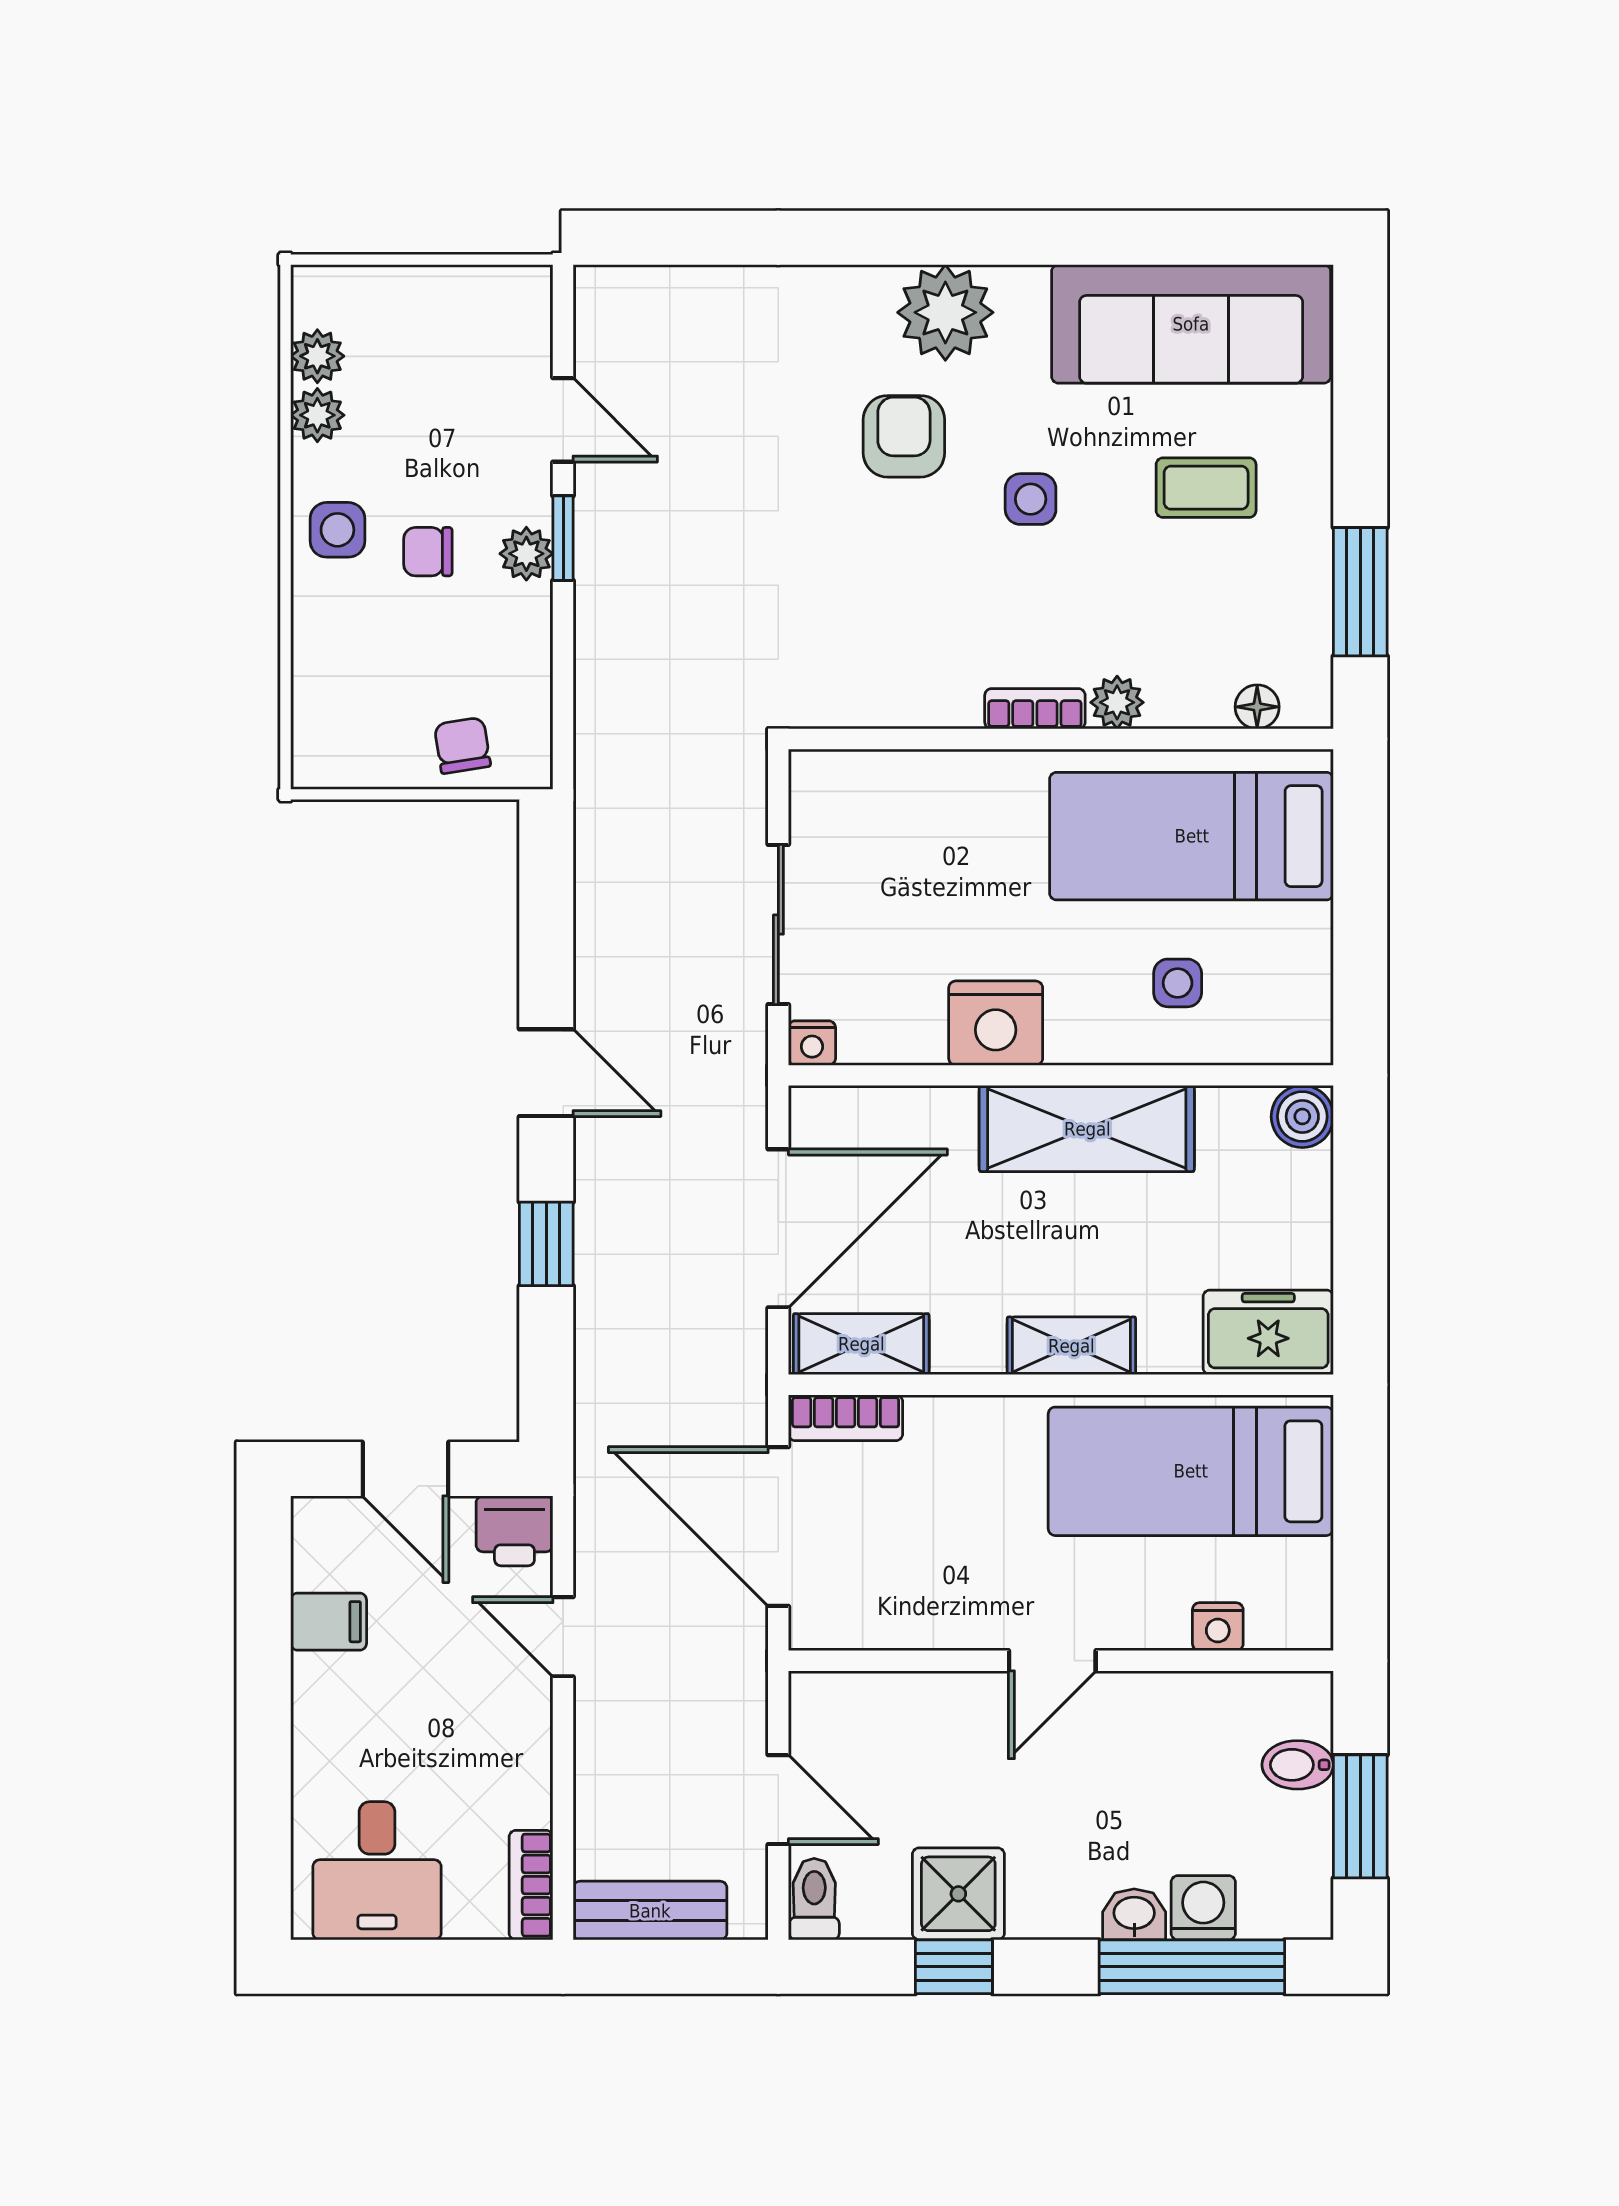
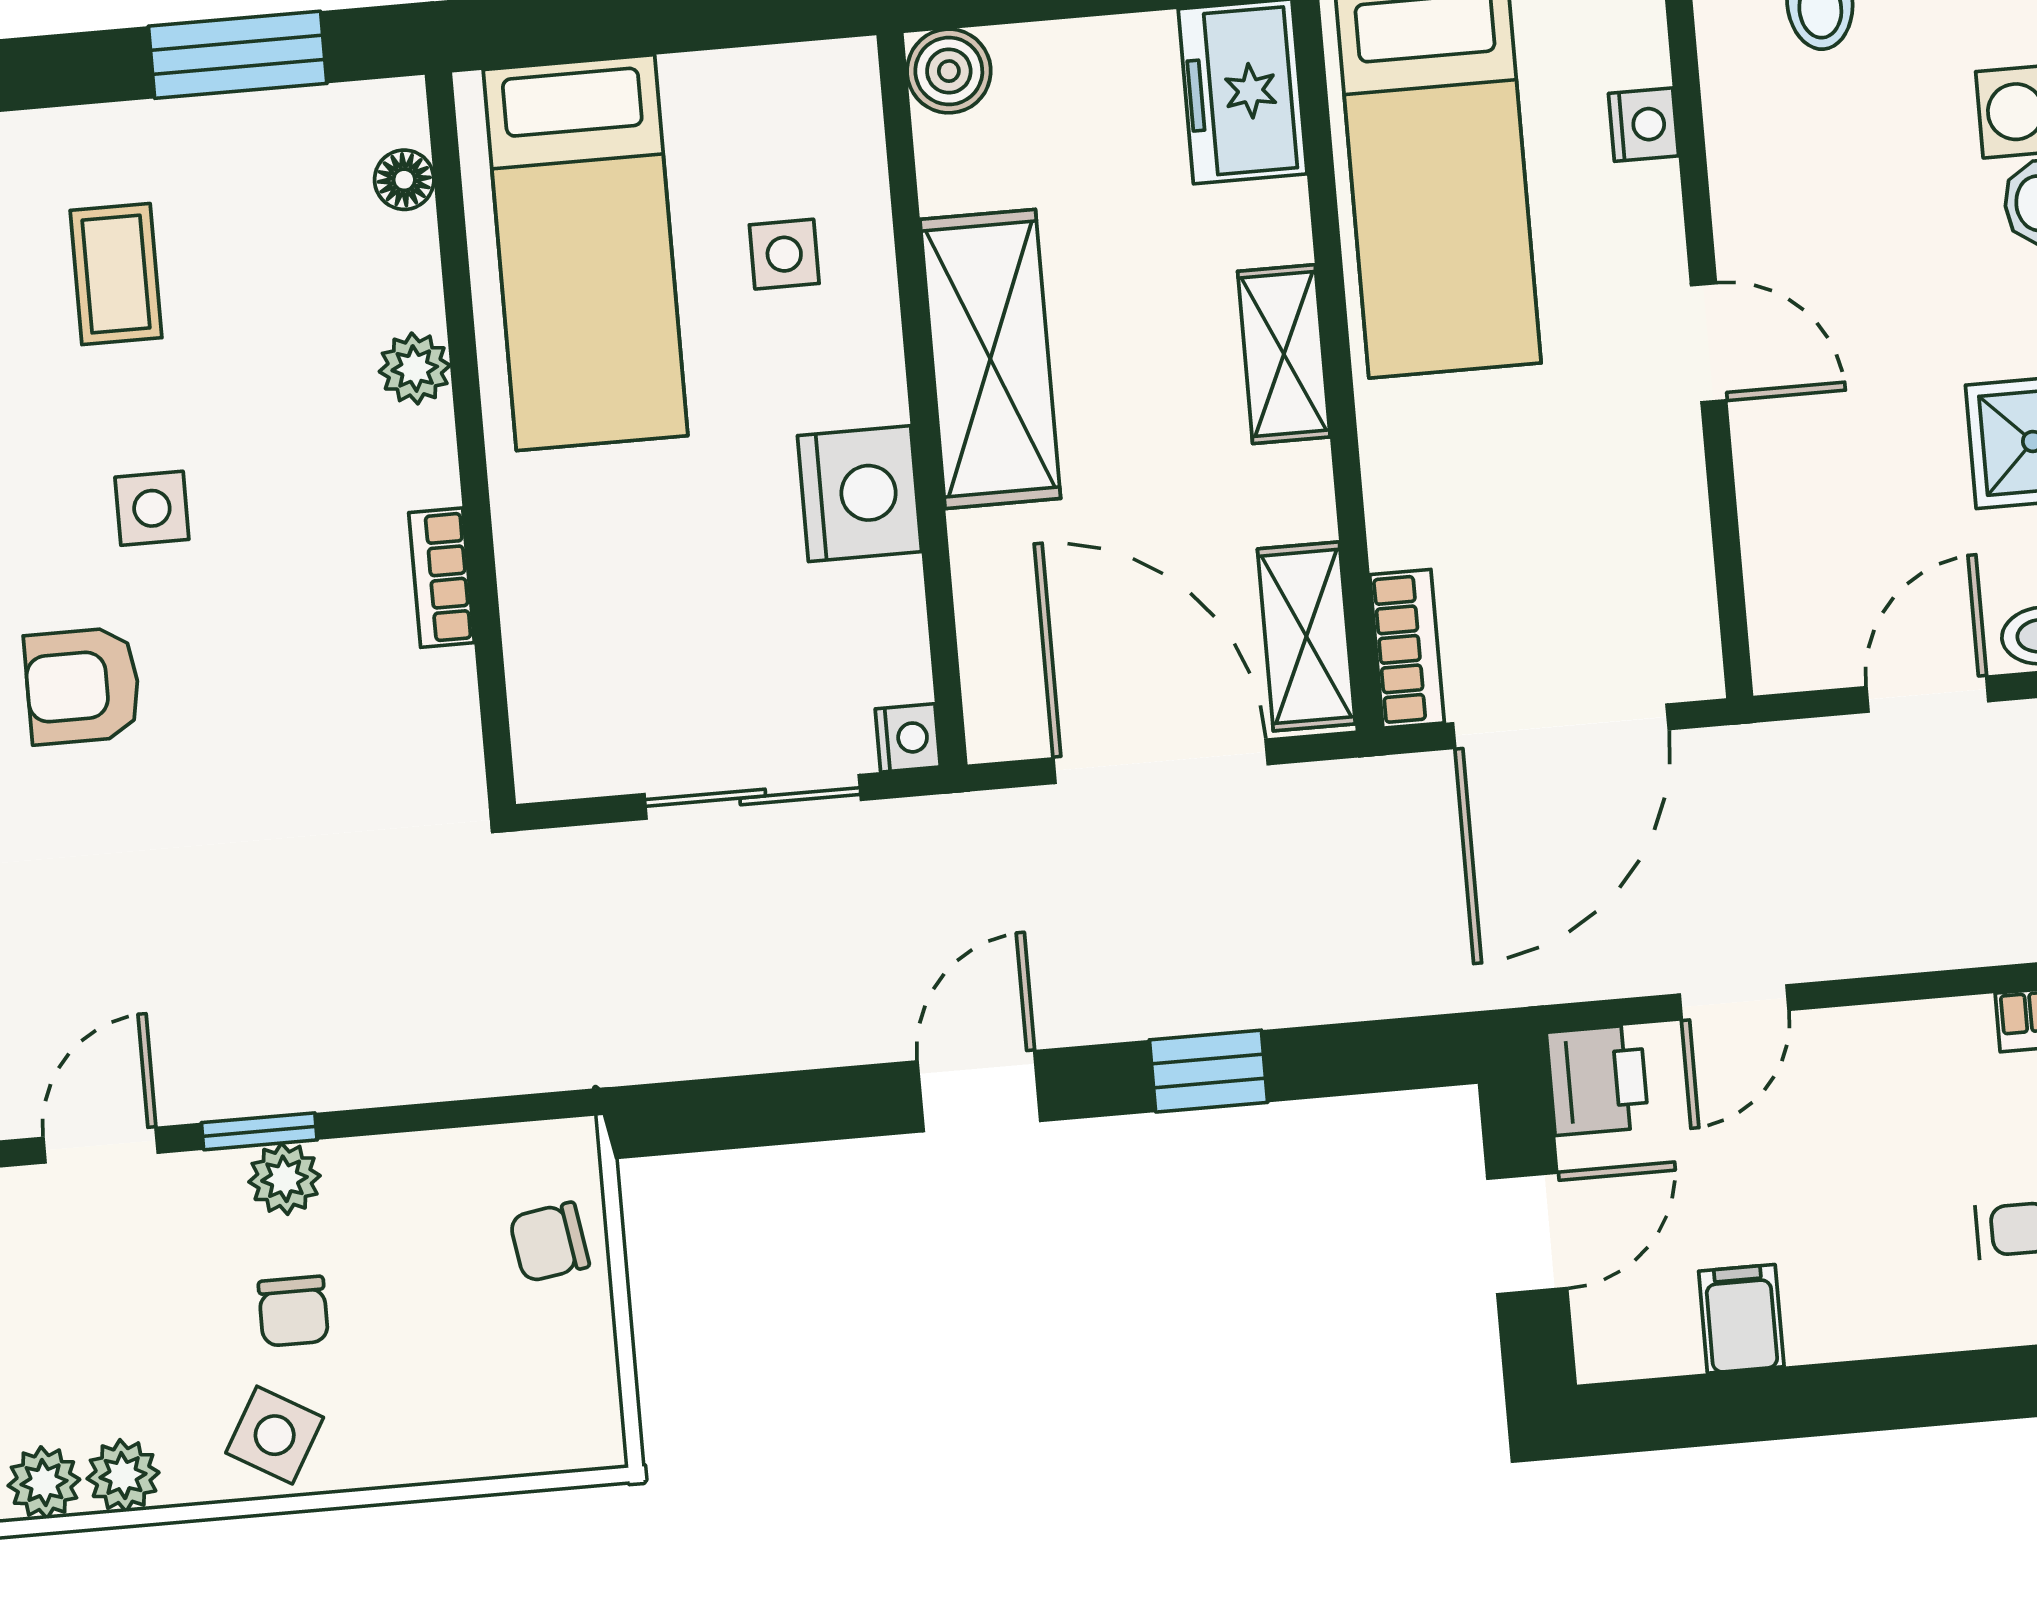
side table: (337, 530) -> (275, 1435), turned 30
bookcase: (1035, 709) -> (442, 578), moved

